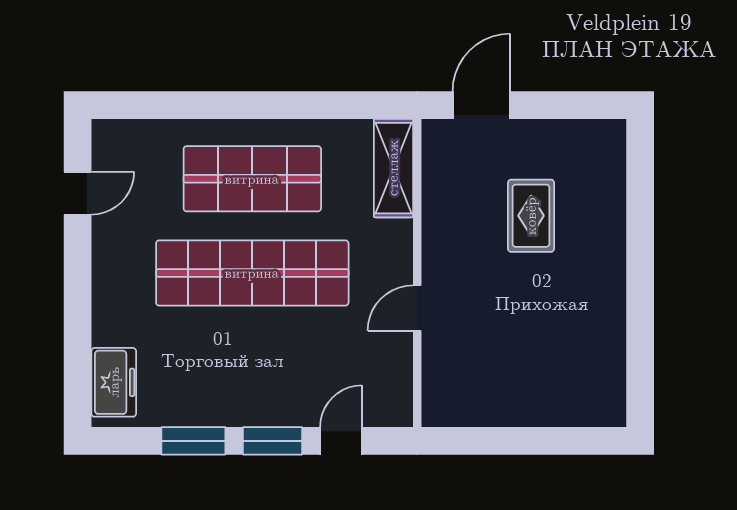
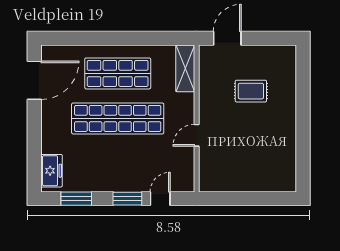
door: (78, 193) -> (34, 80), width x1.88
rug: (531, 216) -> (251, 91), turned 90
window: (193, 441) -> (76, 199), moved

